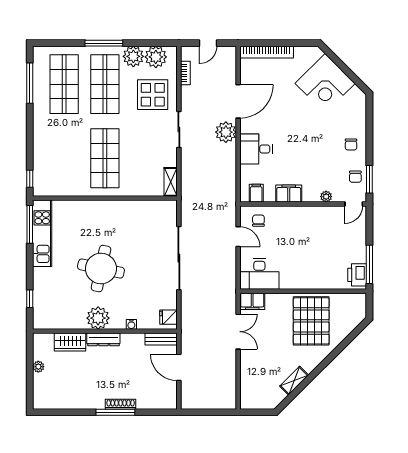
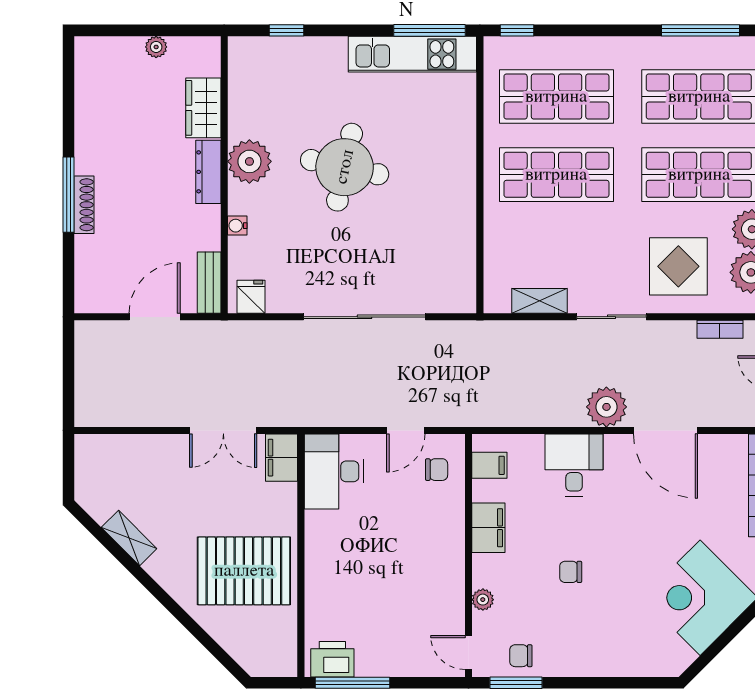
chair: (351, 144) -> (571, 572), moved
shop shelf: (64, 158) -> (556, 97), added
shelving: (171, 182) -> (540, 301), moved

